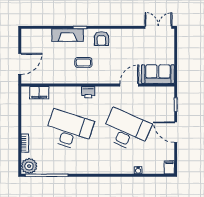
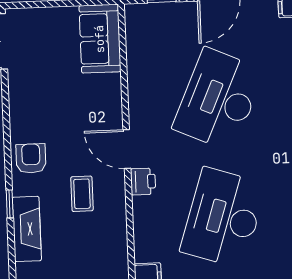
armchair: (101, 39) -> (31, 158), turned -90
door: (129, 85) -> (127, 149), moved

